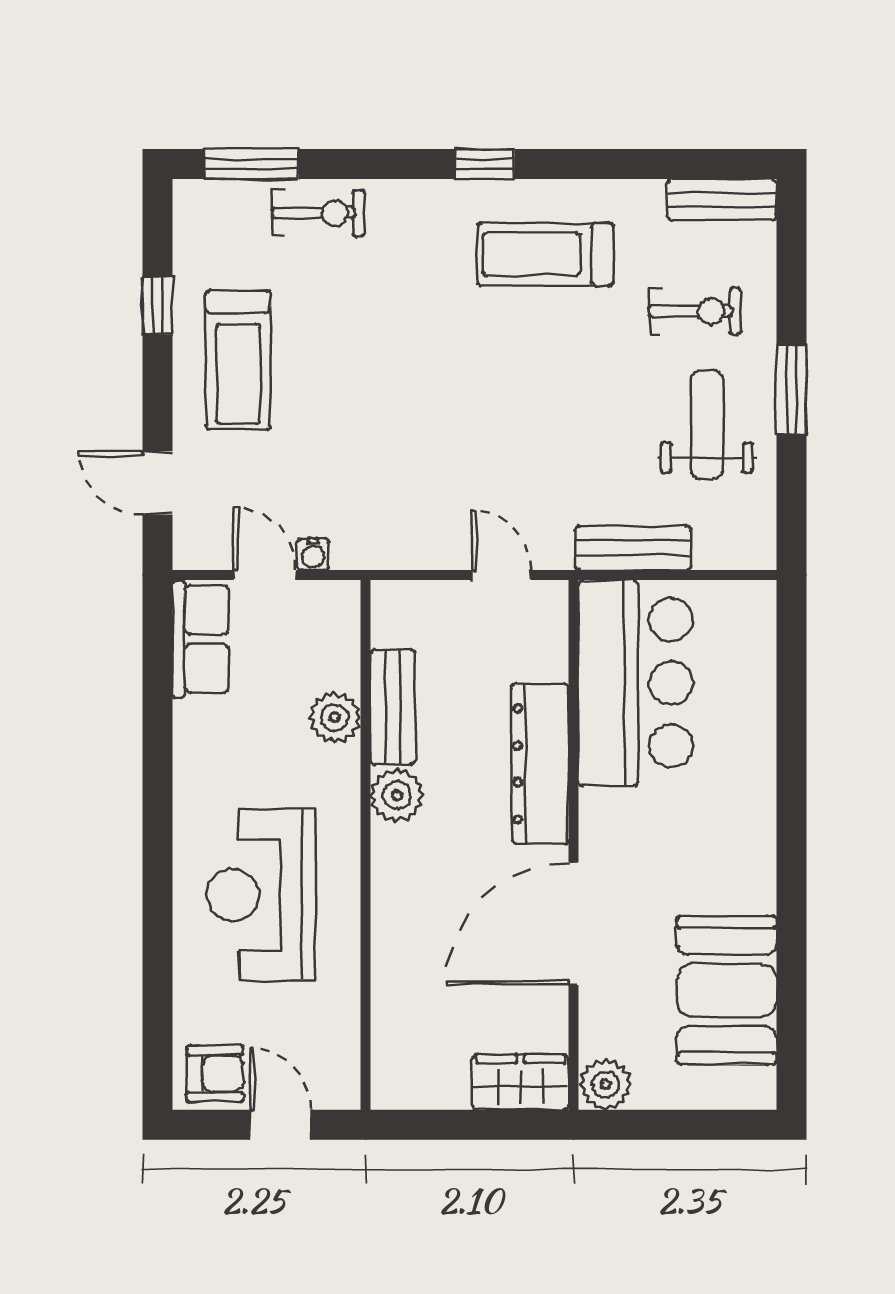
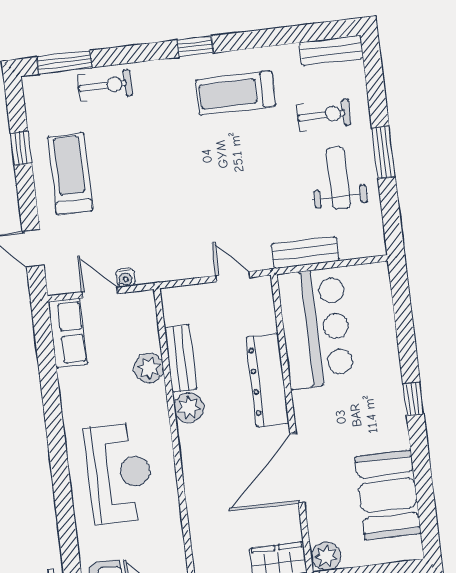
treadmill: (238, 360) -> (70, 174), turned 180
window: (791, 828) -> (413, 399), added
reception desk: (261, 895) -> (119, 473), turned 180

